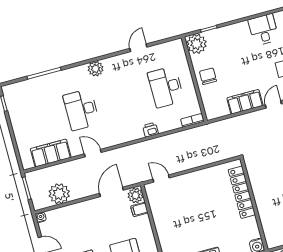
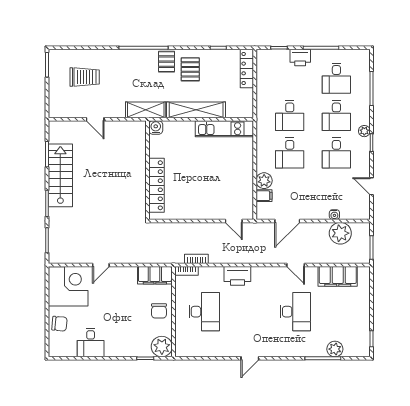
door: (138, 48) -> (250, 358), moved
plant: (96, 69) -> (335, 349), moved
filing cabinet: (245, 102) -> (155, 275), moved
printer: (150, 130) -> (237, 276), width x1.87, depth x1.48
bookcase: (186, 134) -> (196, 259), added
plant: (136, 195) -> (264, 181), moved
water cooler: (41, 217) -> (334, 215), moved

